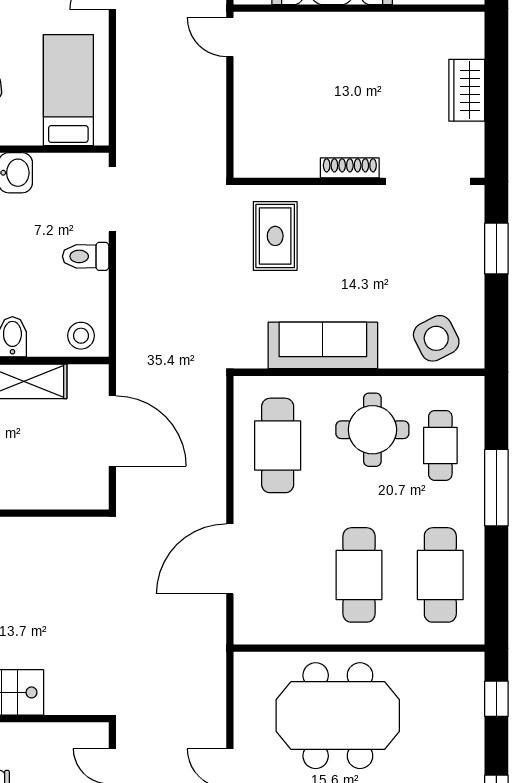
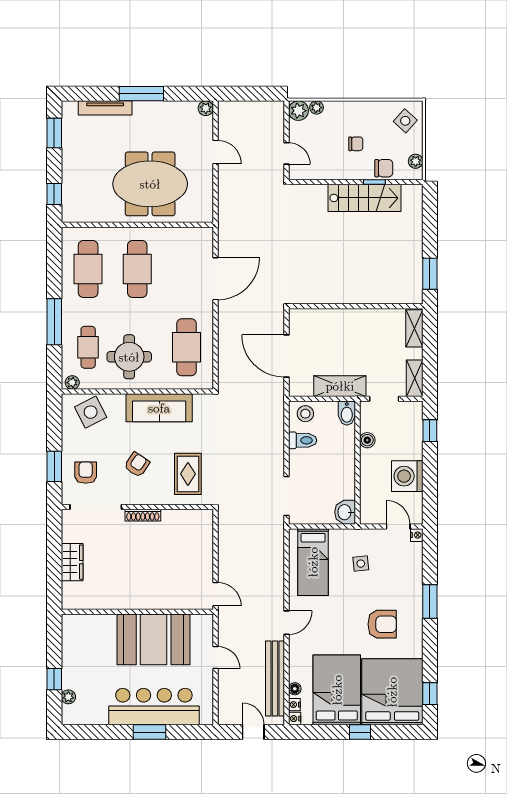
armchair: (444, 238) -> (86, 473), added
armchair: (360, 251) -> (137, 465), added
toilet: (86, 256) -> (303, 440), moved
plant: (467, 387) -> (72, 383), added

